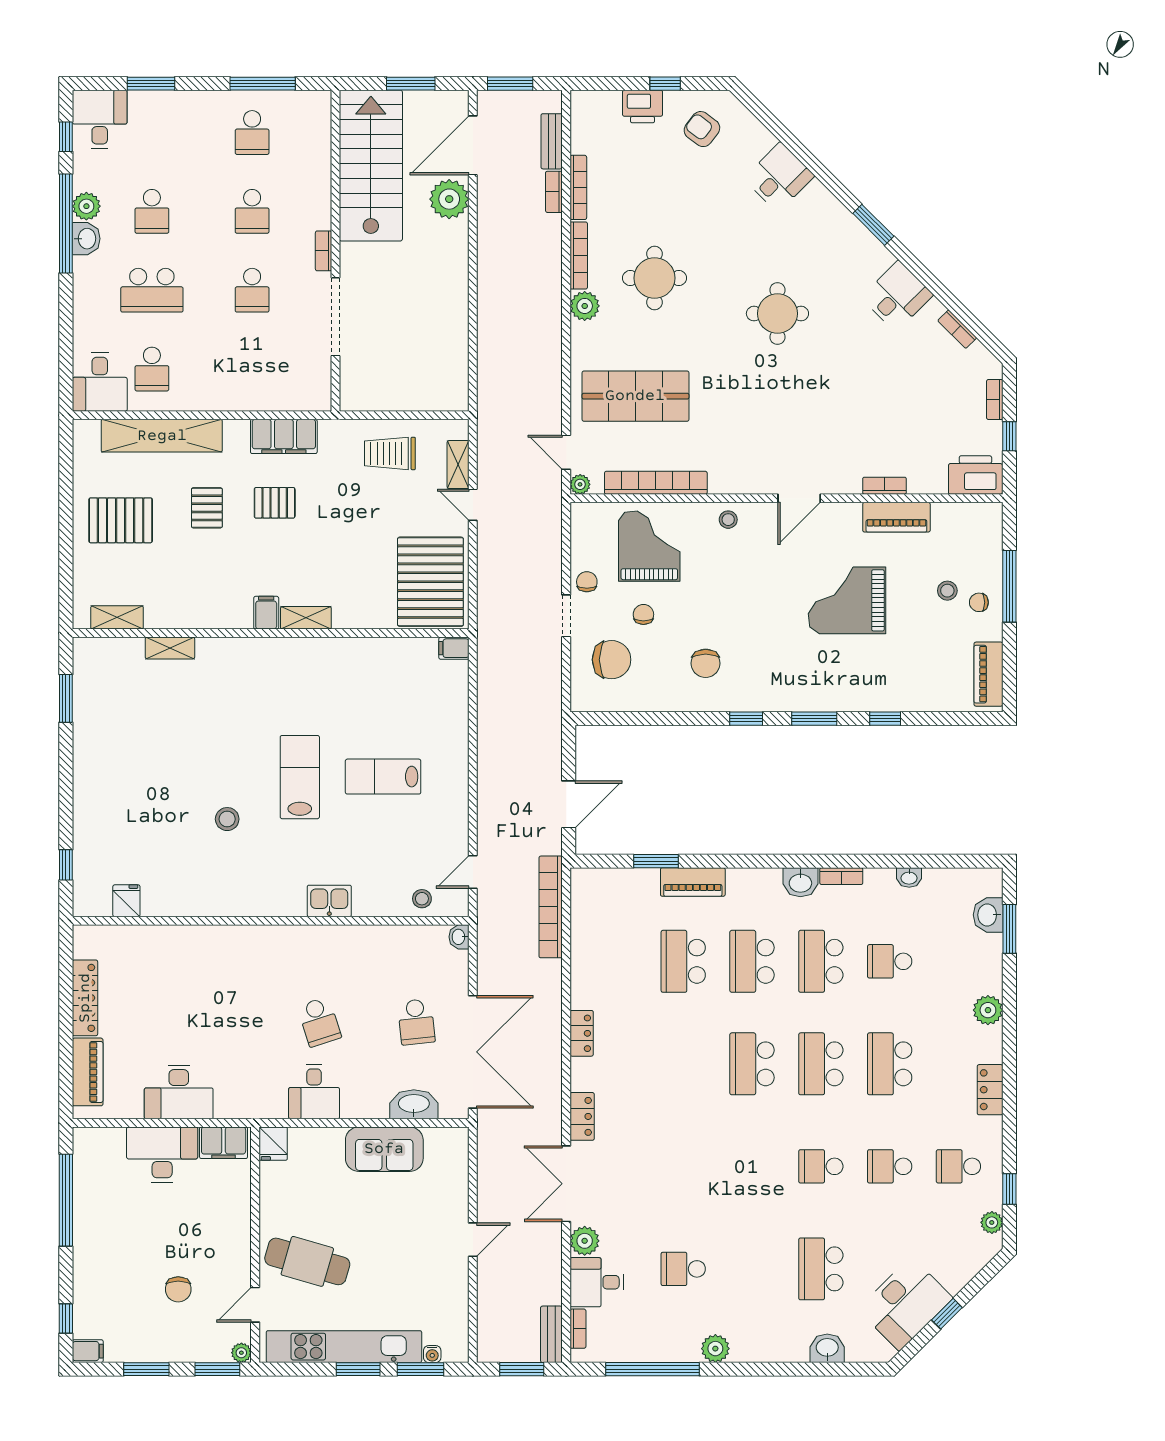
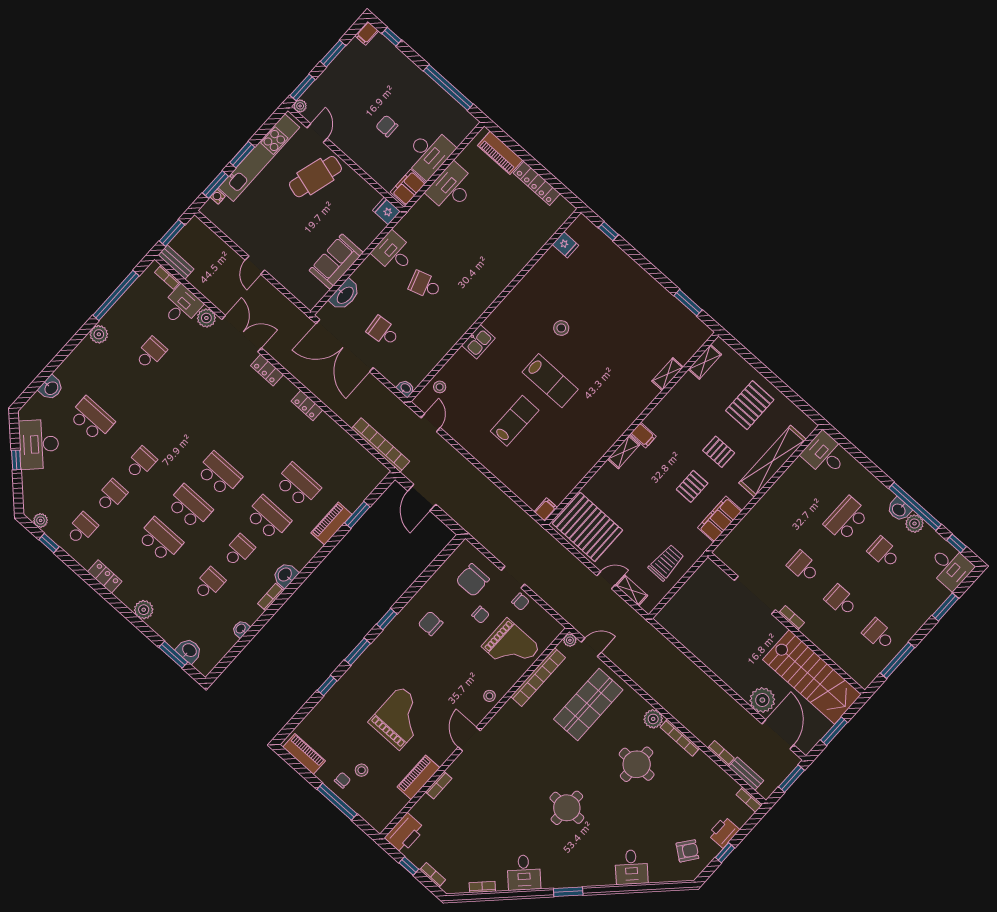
bookcase: (578, 187) -> (749, 800), moved, width x0.64
school desk: (152, 369) -> (809, 485), removed
school desk: (821, 961) -> (239, 551), width x0.54
chair: (178, 1289) -> (387, 126), moved

